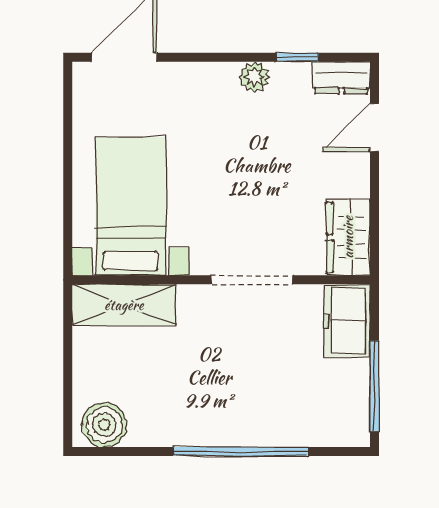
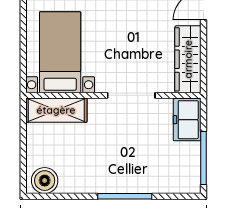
wardrobe: (348, 237) -> (188, 59), width x1.50
window: (241, 451) -> (125, 196), width x0.68

